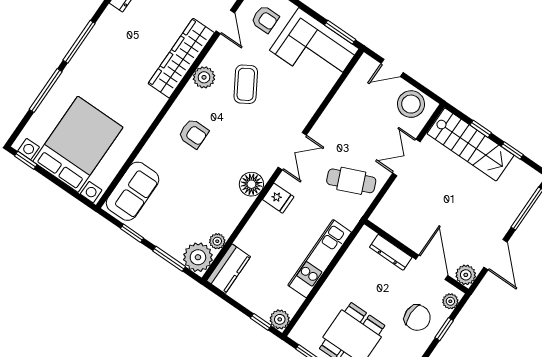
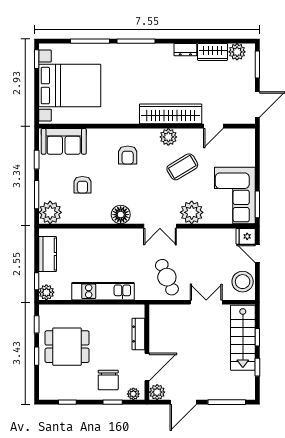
armchair: (265, 19) -> (82, 185), moved
fridge: (278, 198) -> (246, 236), moved, turned 90
plant: (217, 241) -> (192, 212), moved, width x1.88, depth x1.88
kitchen counter: (229, 269) -> (48, 254), moved, turned -90

